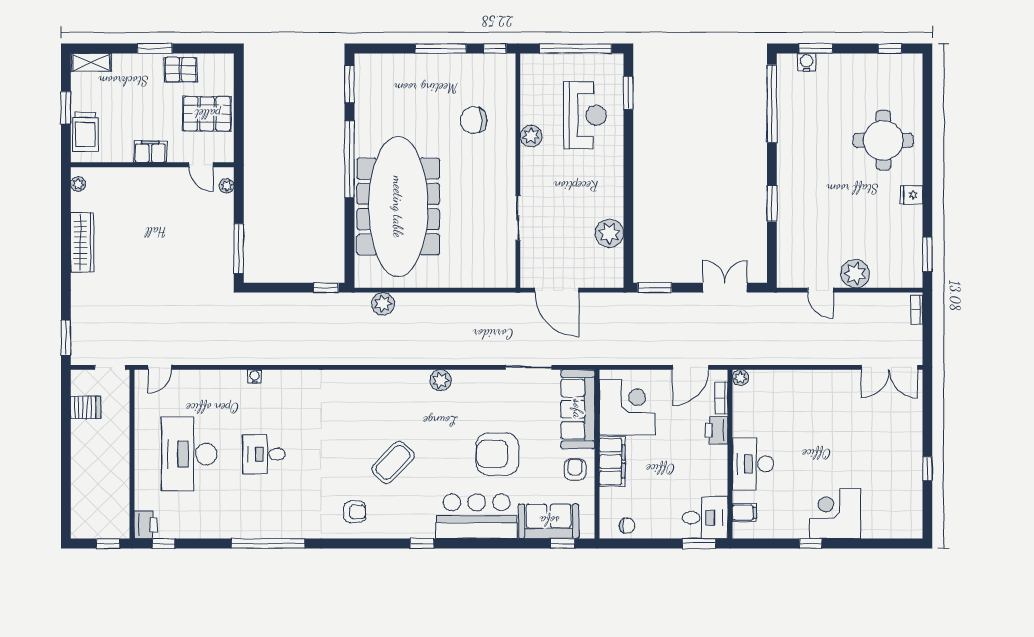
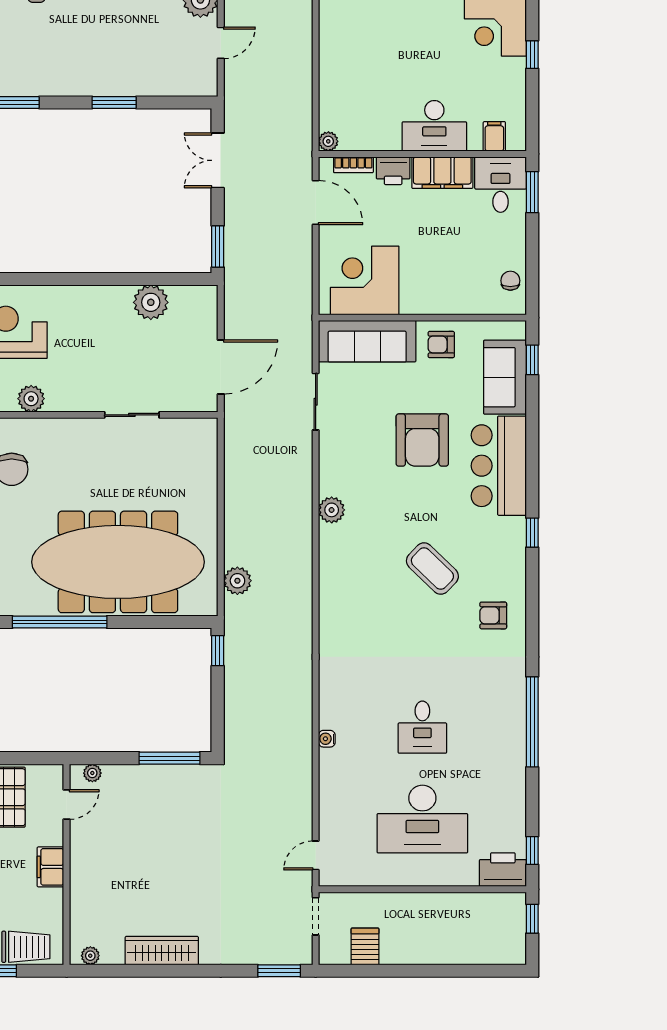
door: (160, 367) -> (316, 855), swing flipped
filing cabinet: (612, 461) -> (442, 173), moved, turned 180
armchair: (355, 512) -> (493, 615), turned -90
printer: (146, 525) -> (503, 870), width x1.37, depth x1.19

